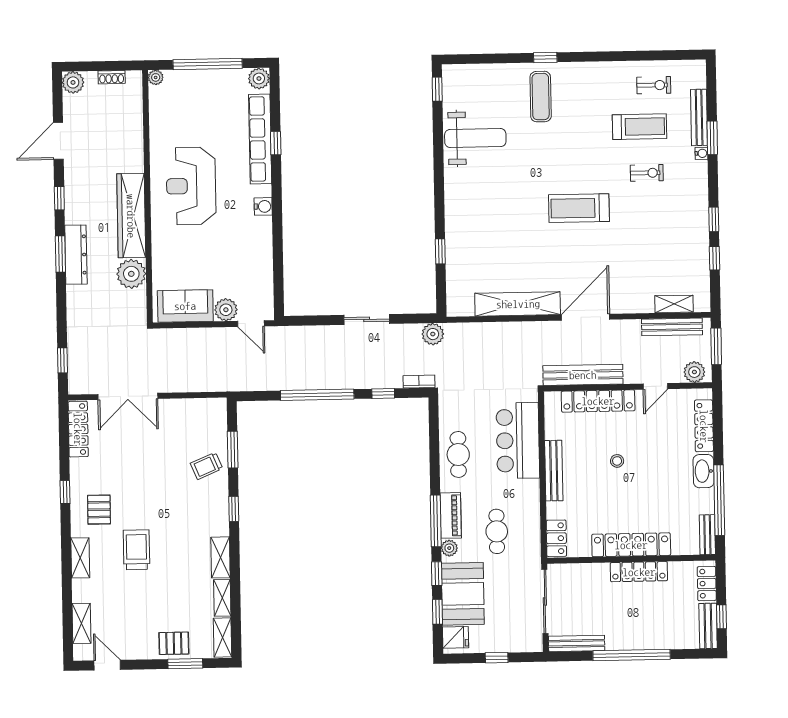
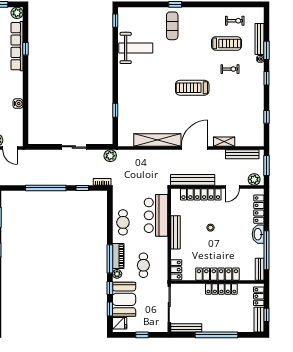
water cooler: (263, 206) -> (18, 104), moved
window: (714, 219) -> (266, 78), moved
shelving: (674, 304) -> (224, 142), moved

